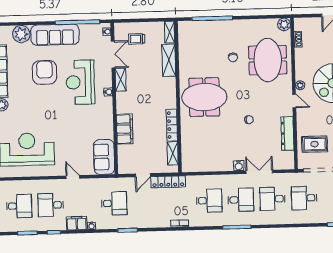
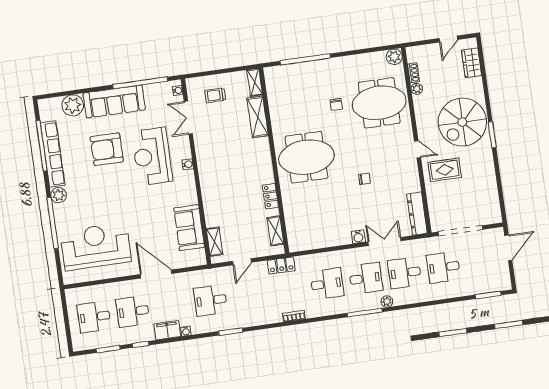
double door: (113, 54) -> (188, 118), swing flipped
meeting table: (268, 60) -> (379, 103), turned 90
armchair: (45, 72) -> (107, 149), turned -90
shelving: (121, 80) -> (214, 242), moved
plant: (300, 85) -> (417, 89), moved
locker: (172, 125) -> (270, 196), width x0.66
filing cabinet: (125, 129) -> (213, 208), removed
dresser: (287, 133) -> (417, 214), moved
rug: (315, 144) -> (445, 170), moved
sofa: (104, 157) -> (189, 228), moved
door: (73, 177) -> (156, 274), width x1.87
locker: (168, 182) -> (281, 265), width x0.66
desk: (114, 203) -> (210, 300), turned 180
desk: (19, 206) -> (94, 317), turned 180
plant: (256, 220) -> (387, 301), added

